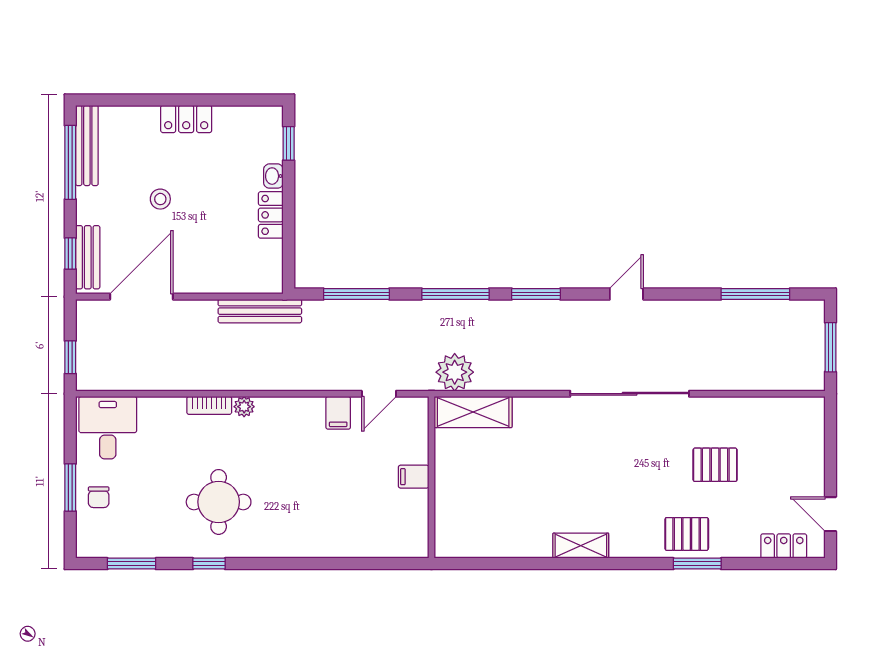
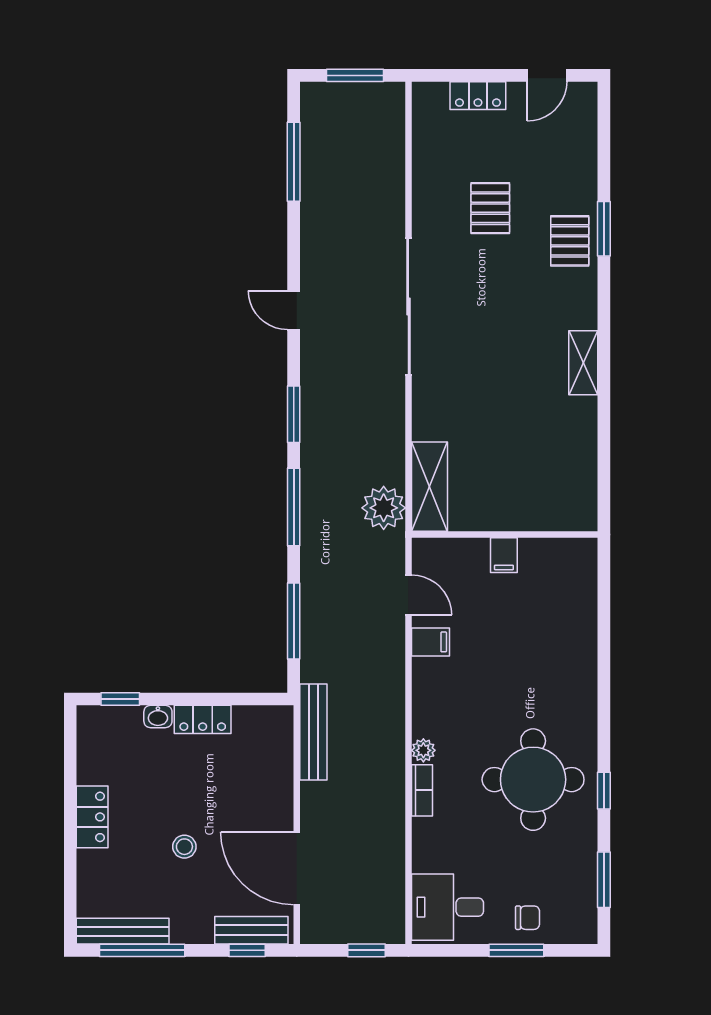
round table: (219, 502) -> (533, 780), width x1.36, depth x1.36
locker: (784, 546) -> (478, 96), moved, turned -90

